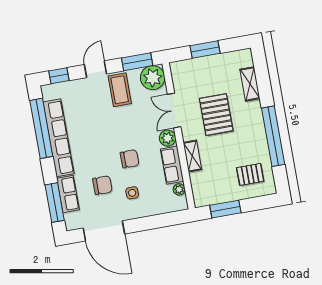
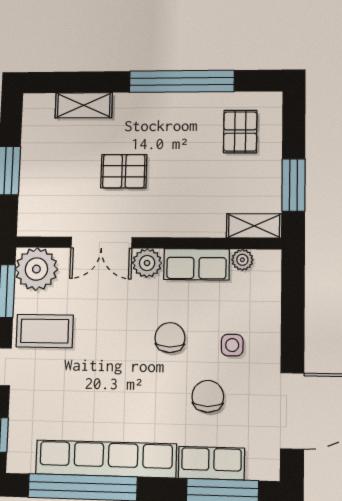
pallet: (216, 115) -> (124, 171), width x0.67, depth x0.71
shelving: (192, 156) -> (254, 226), moved

